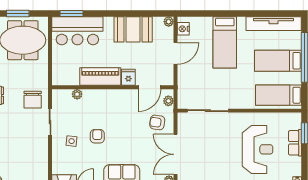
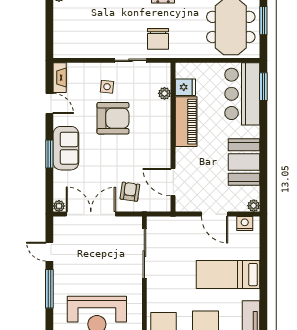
fridge: (128, 77) -> (185, 87), moved
chair: (33, 100) -> (158, 39), turned -90
plant: (168, 101) -> (156, 205), removed
armchair: (97, 136) -> (113, 118), width x1.88, depth x1.88

